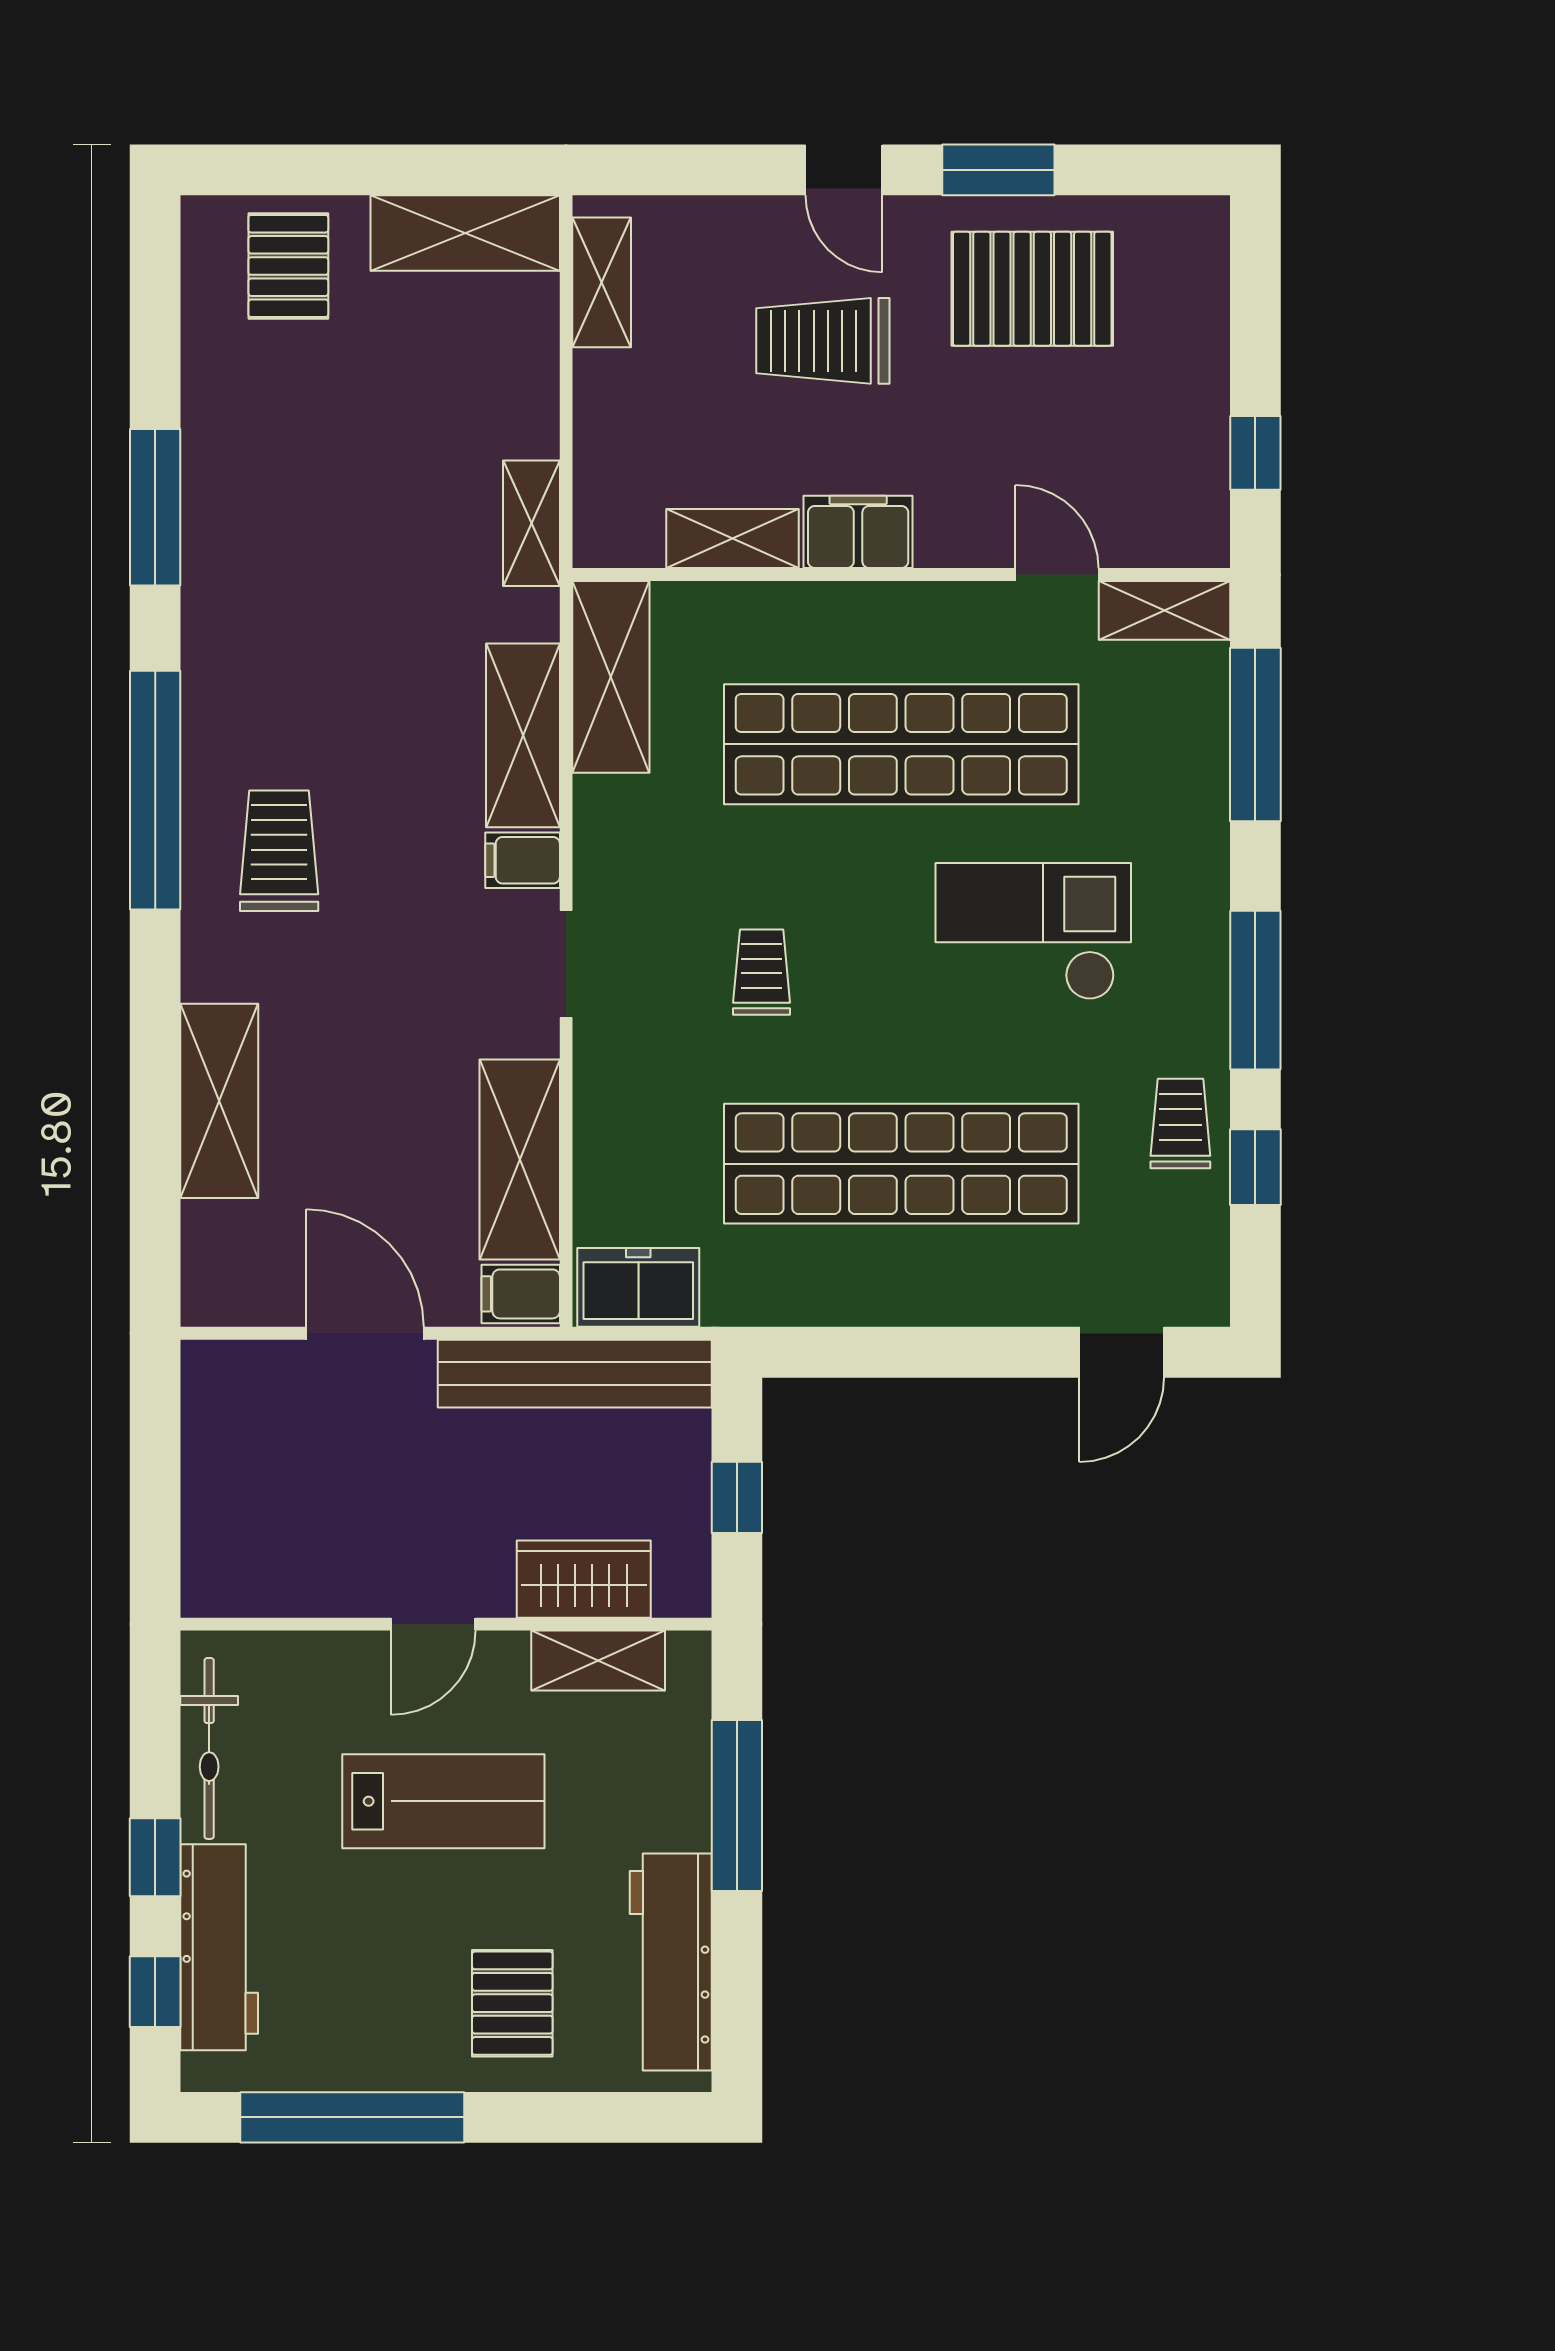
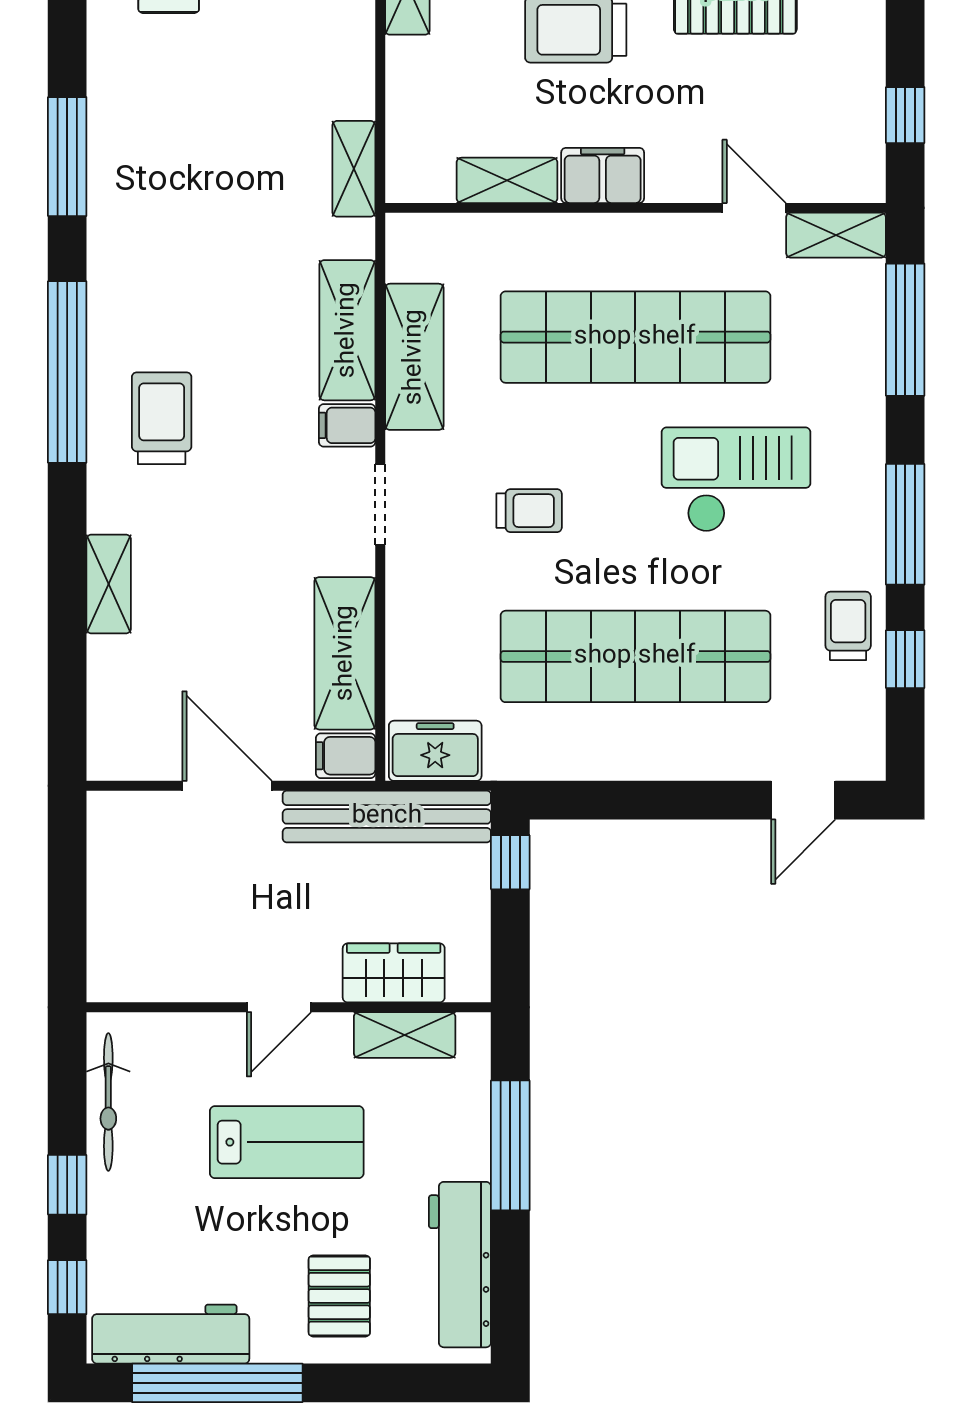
shelving: (611, 677) -> (414, 357), moved
trolley: (762, 972) -> (529, 511), turned 90
shelving: (219, 1101) -> (109, 584), width x0.67, depth x0.75
window: (737, 1497) -> (510, 862), moved
workbench: (219, 1947) -> (171, 1334), moved, turned -90

